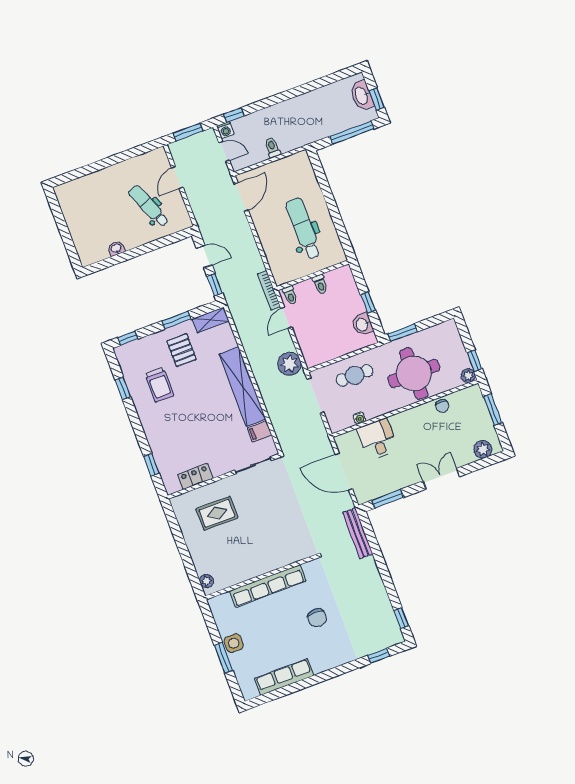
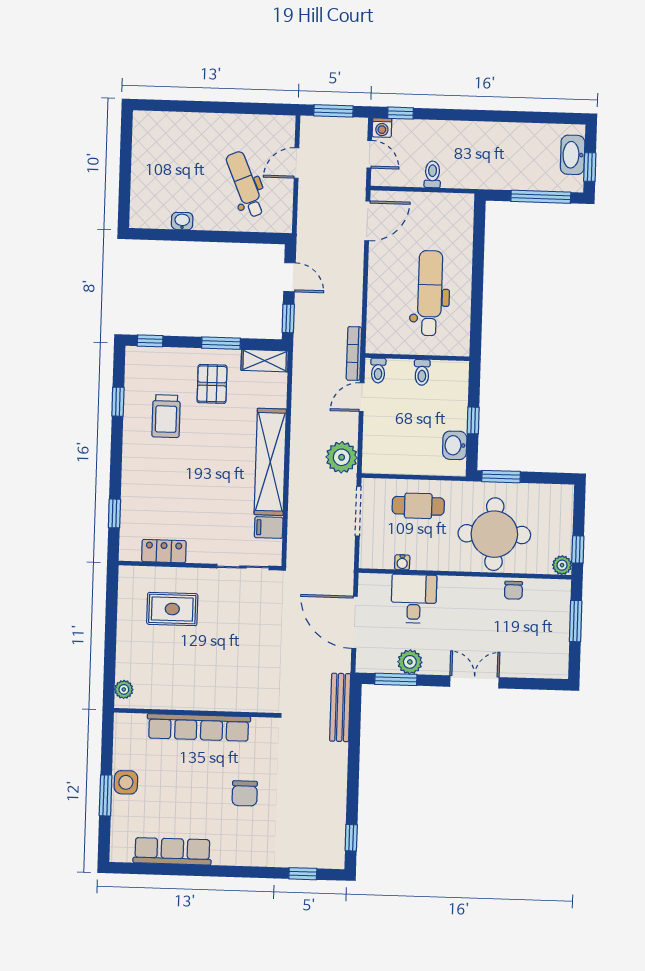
plant: (483, 449) -> (410, 662), moved

